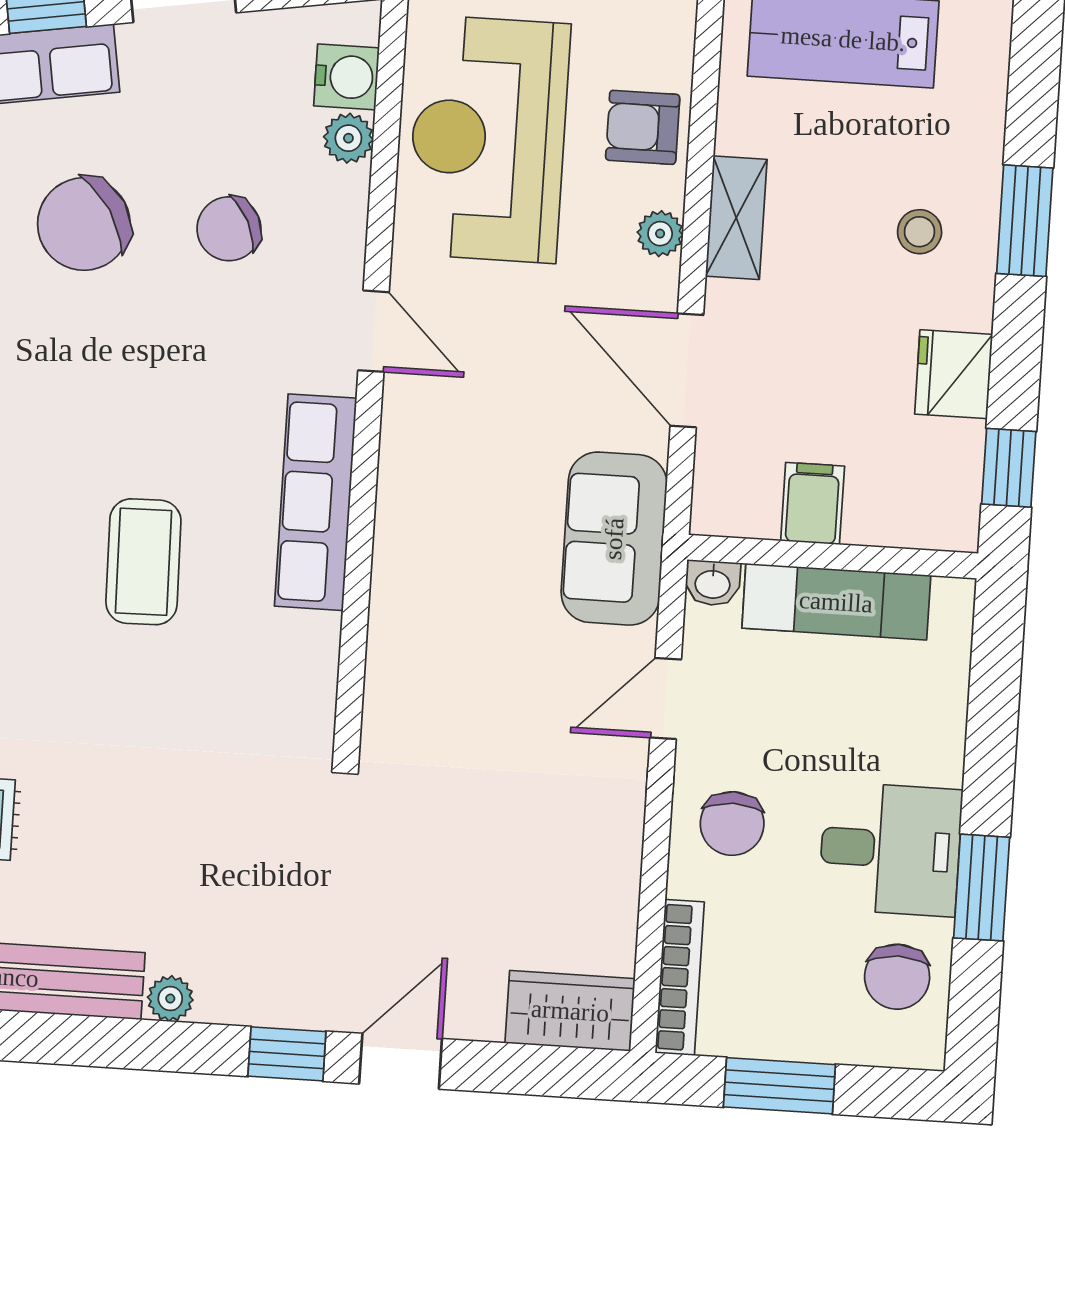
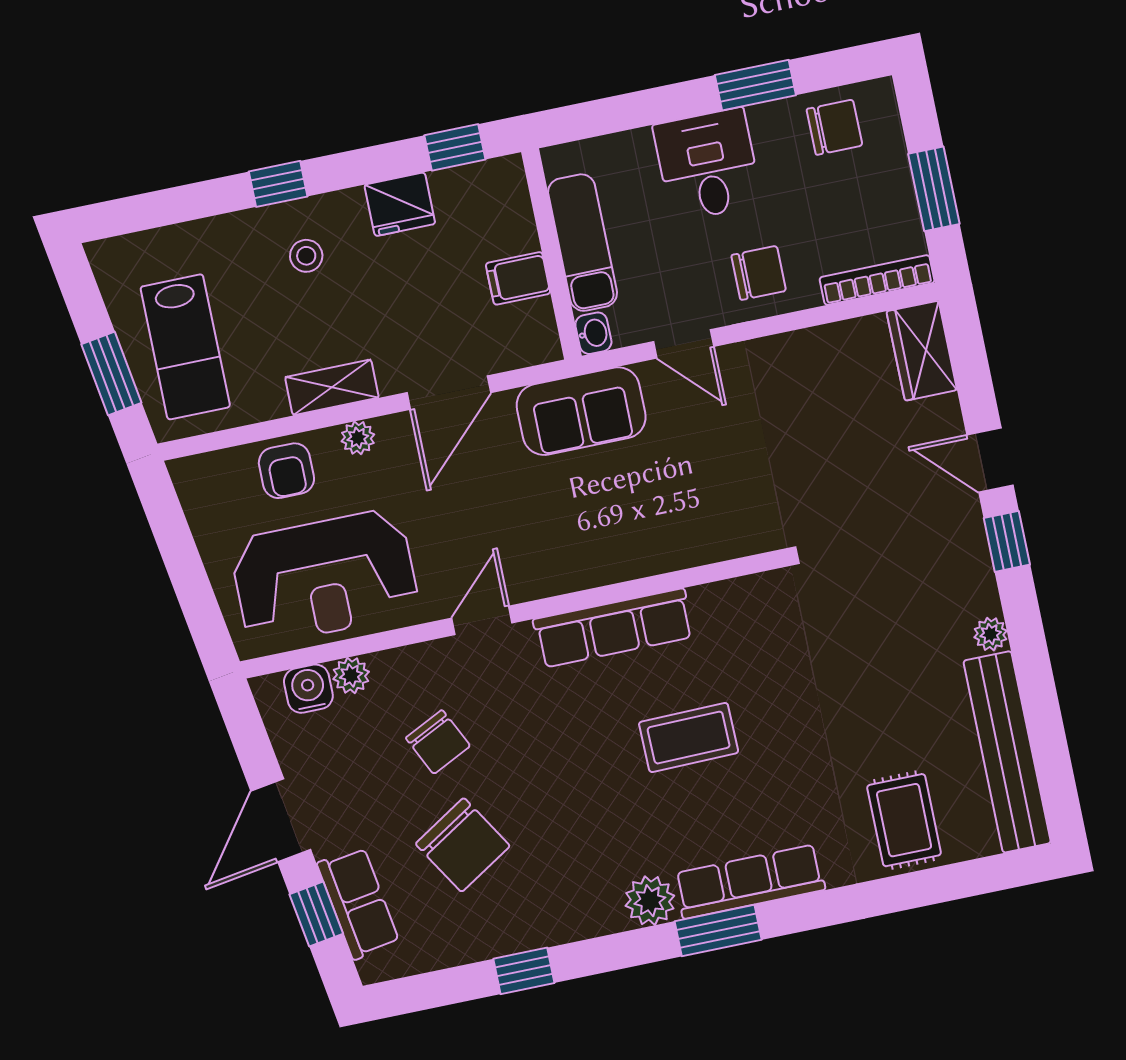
window: (1025, 221) -> (278, 184), width x0.67
desk: (890, 849) -> (708, 165), moved

